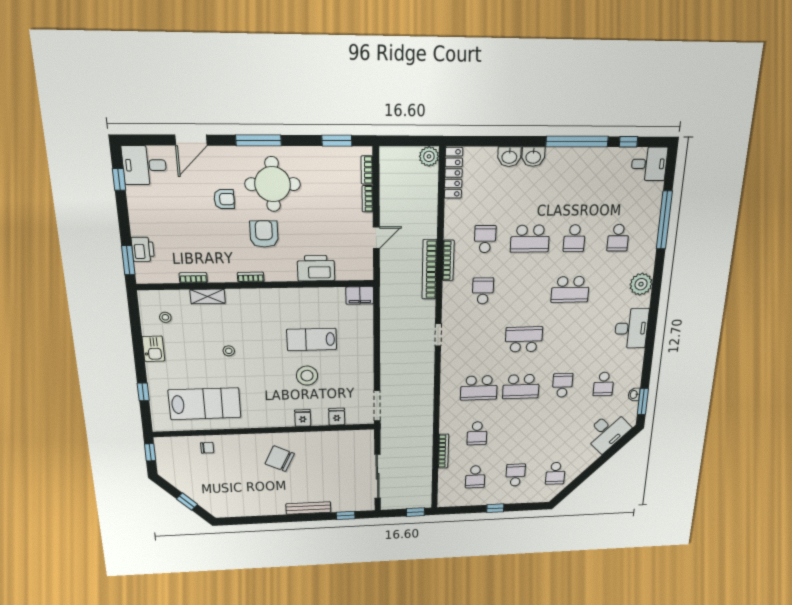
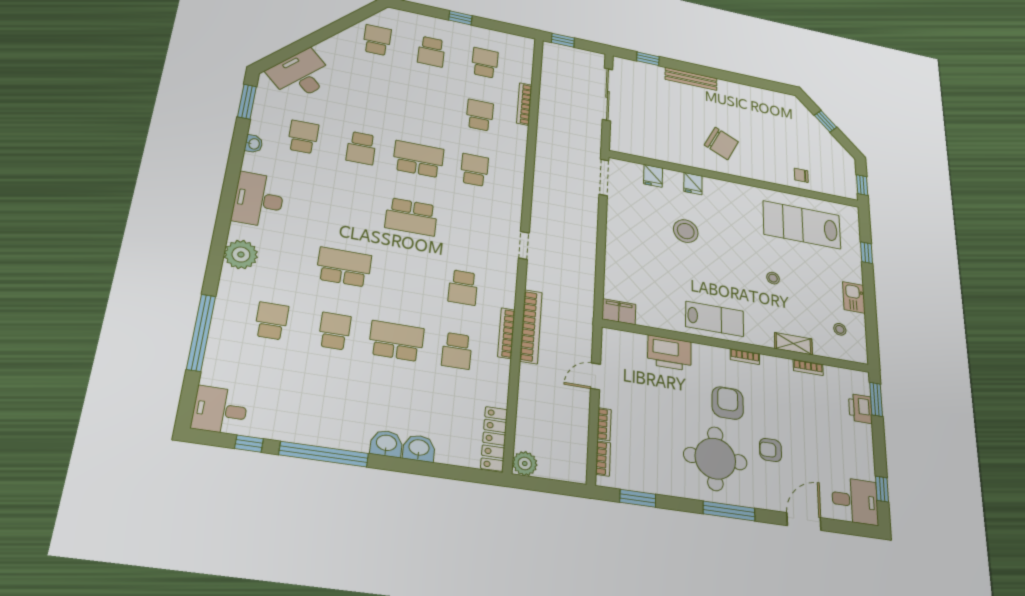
armchair: (264, 234) -> (728, 403), turned 180
lab bench: (312, 340) -> (715, 319), moved
school desk: (479, 388) -> (474, 170), width x0.54
washbasin: (634, 394) -> (254, 144), moved

